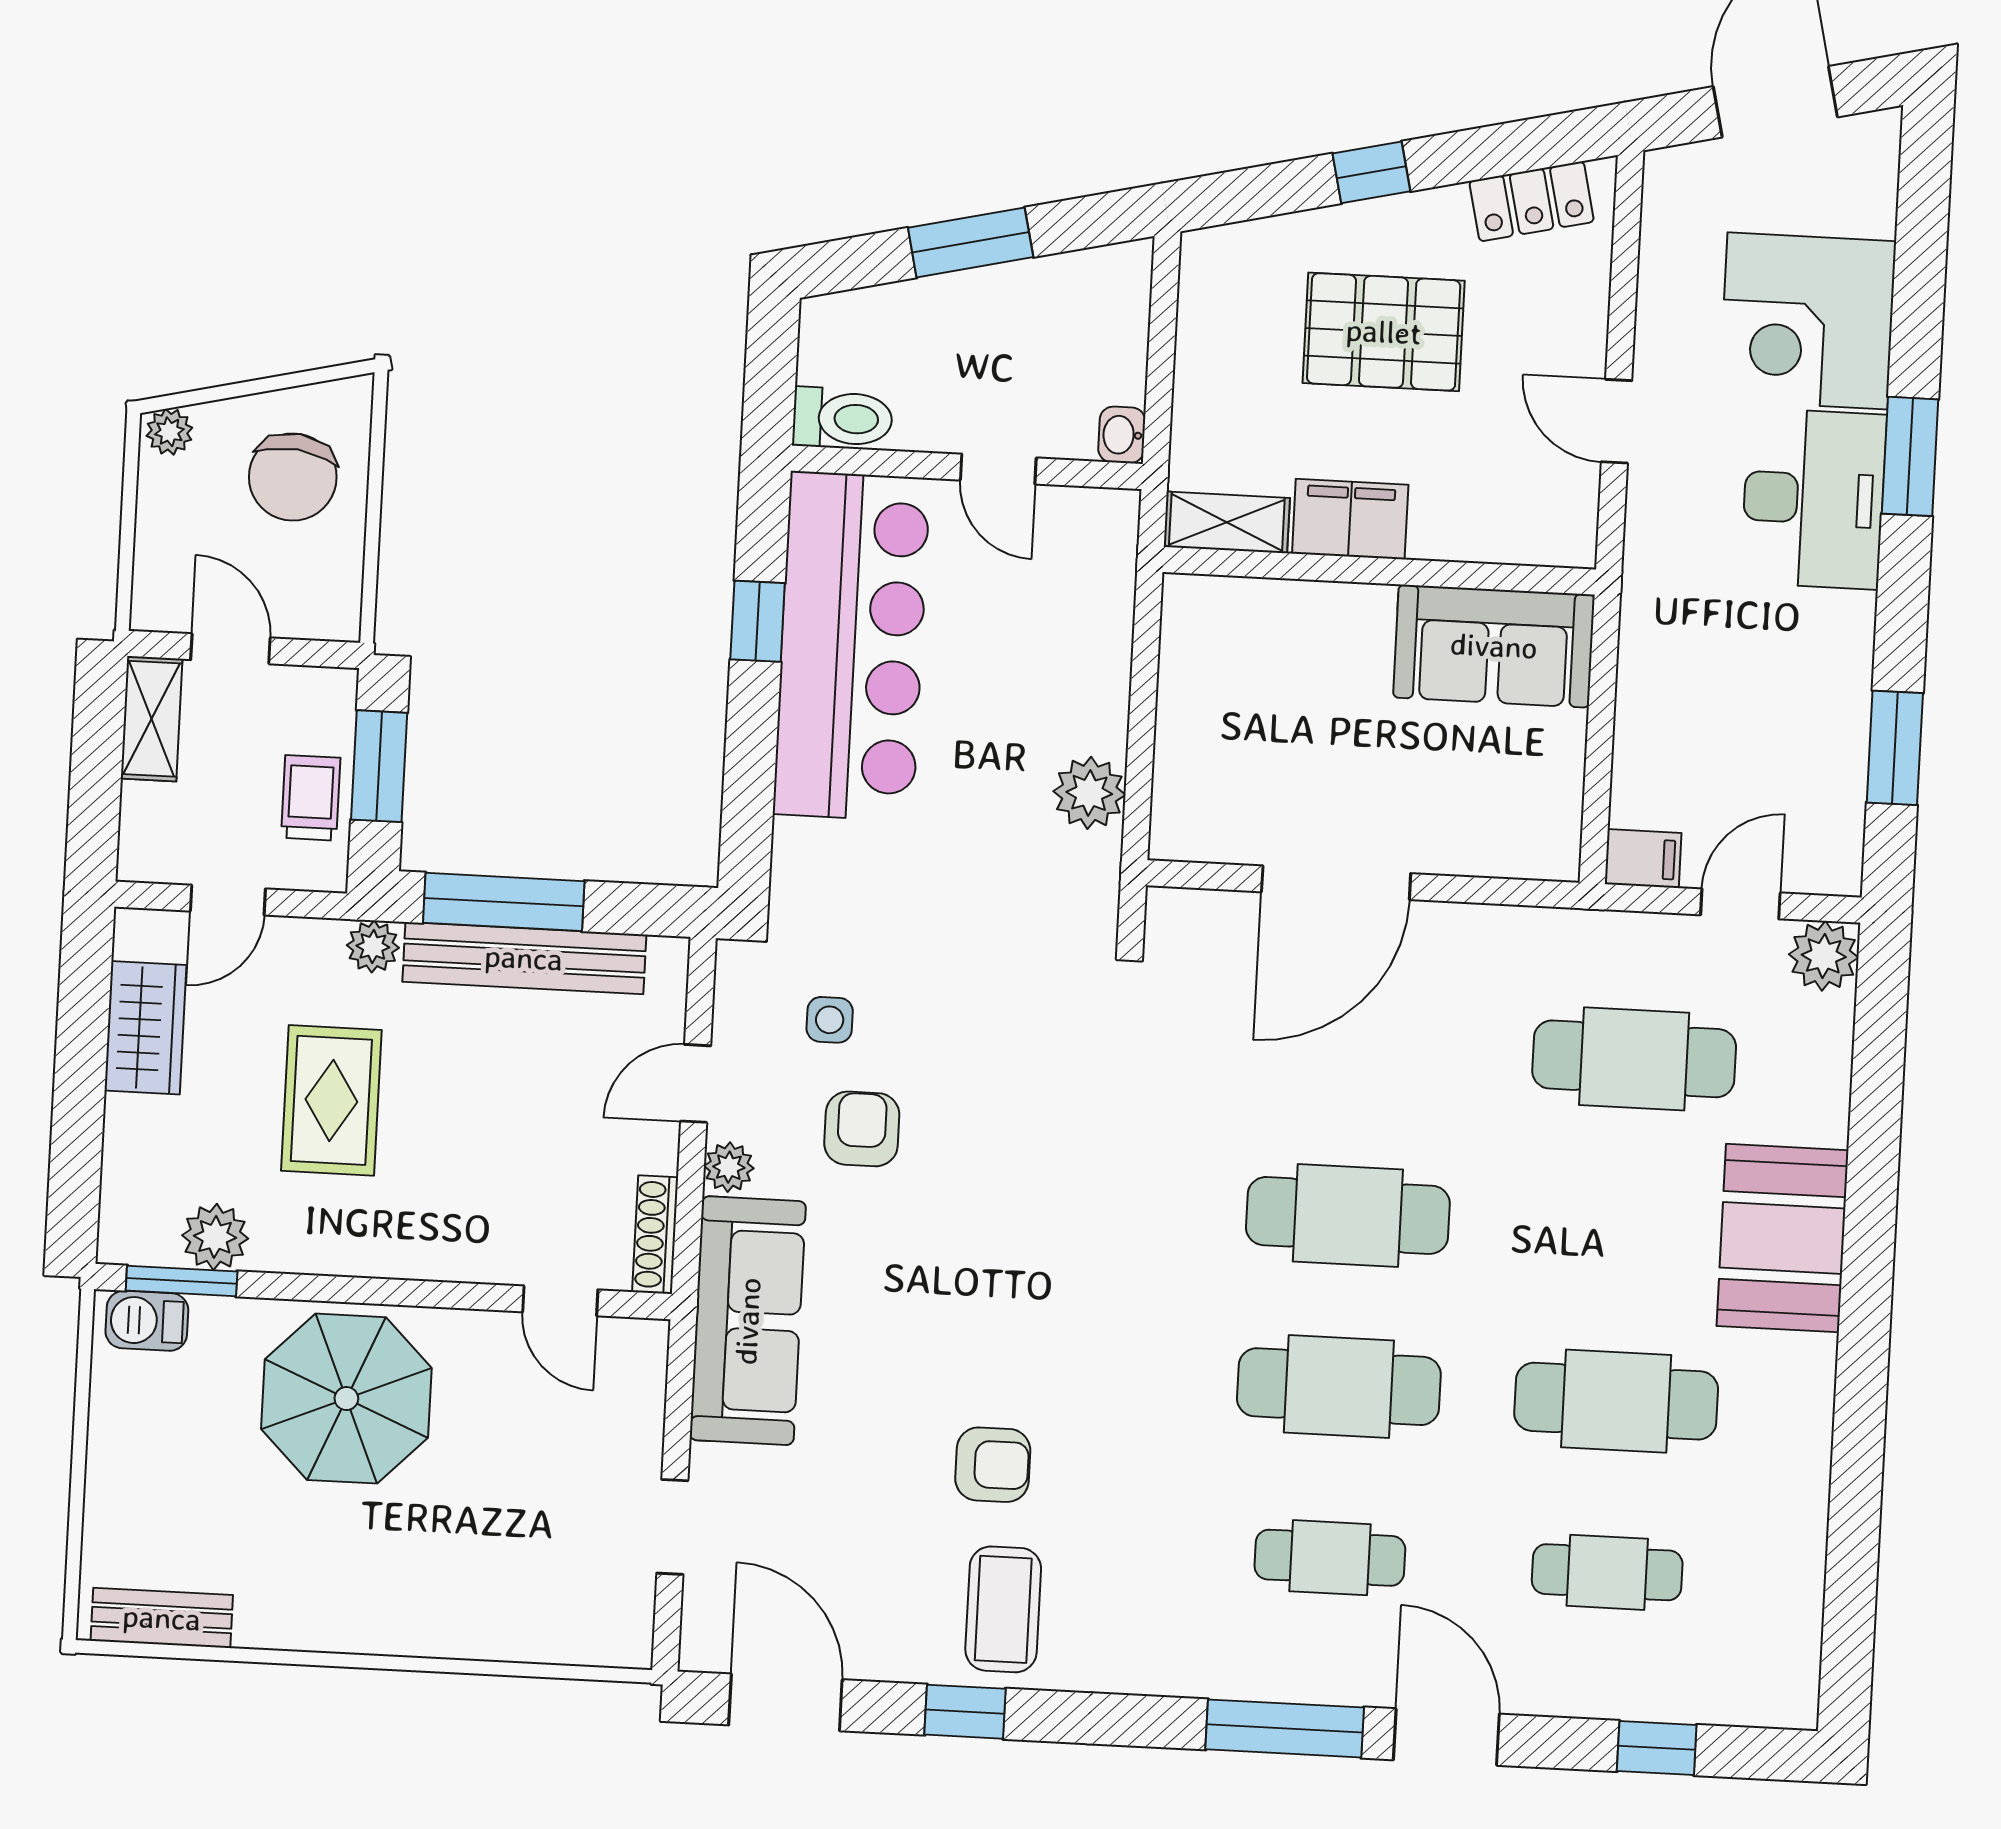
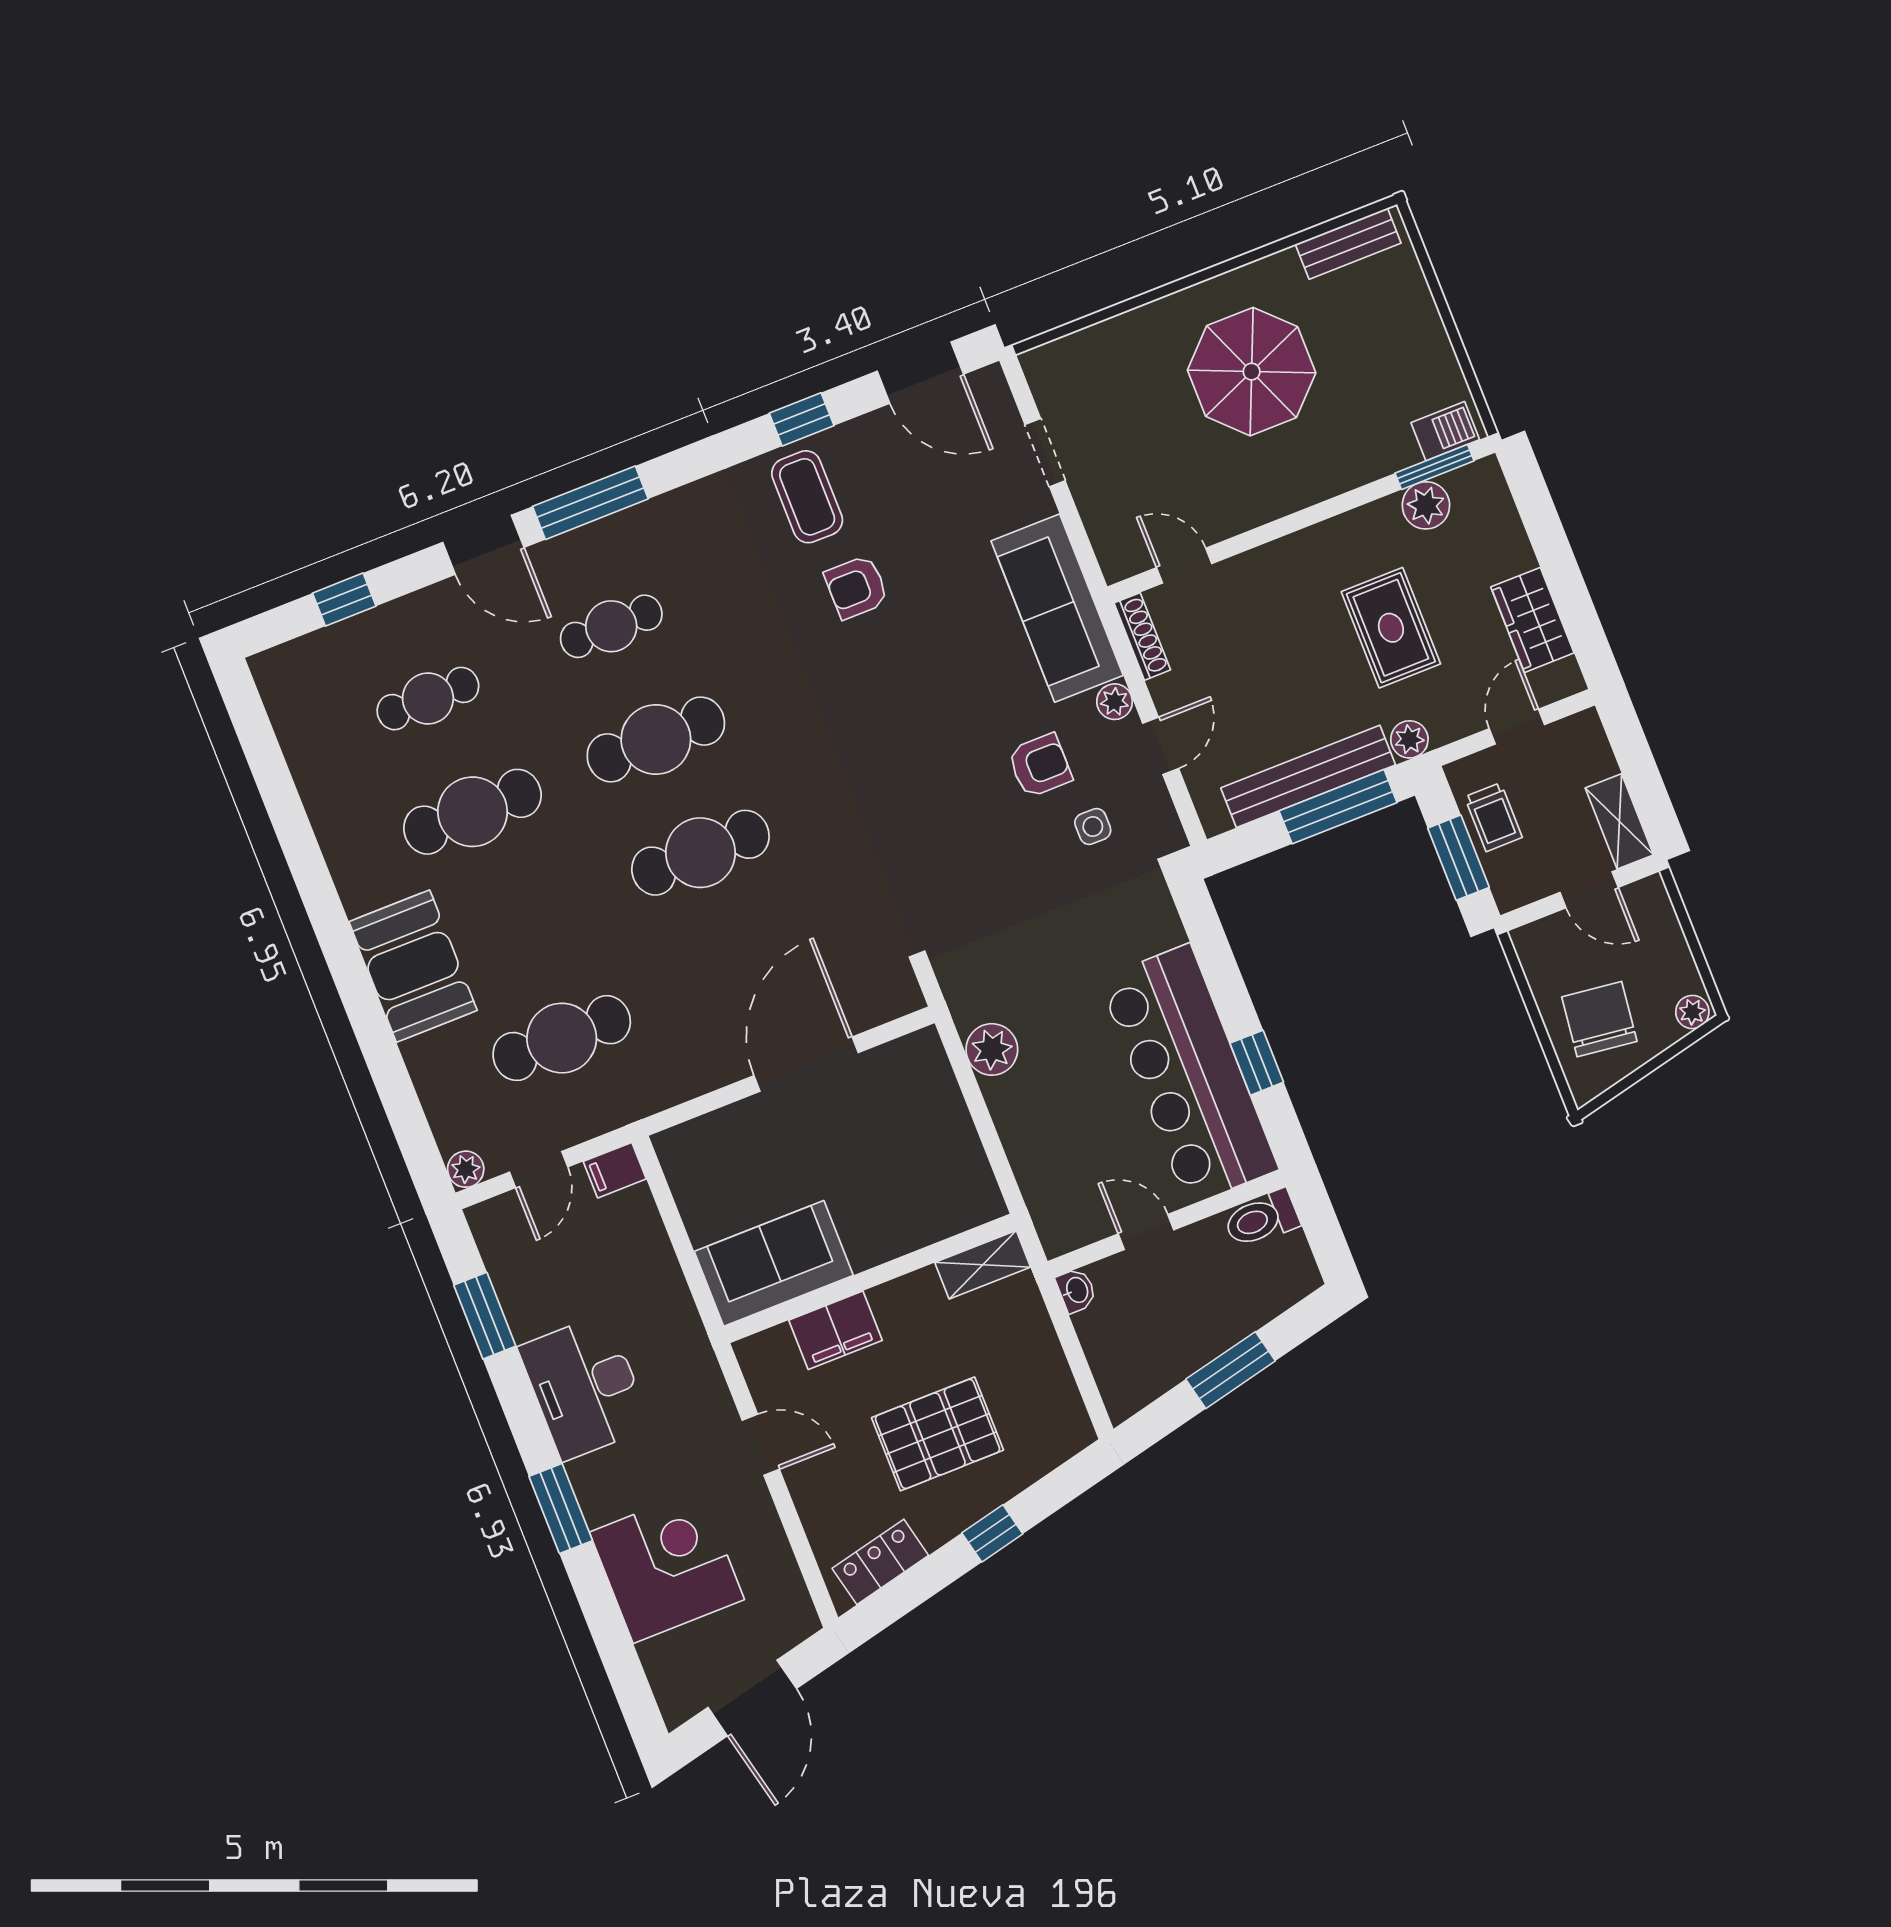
desk: (1814, 499) -> (585, 1387), moved
filing cabinet: (1350, 519) -> (835, 1330), moved
plant: (1824, 956) -> (466, 1169), width x0.73, depth x0.73
armchair: (862, 1129) -> (1040, 765), turned -90
parasol: (346, 1399) -> (1252, 372), moved

